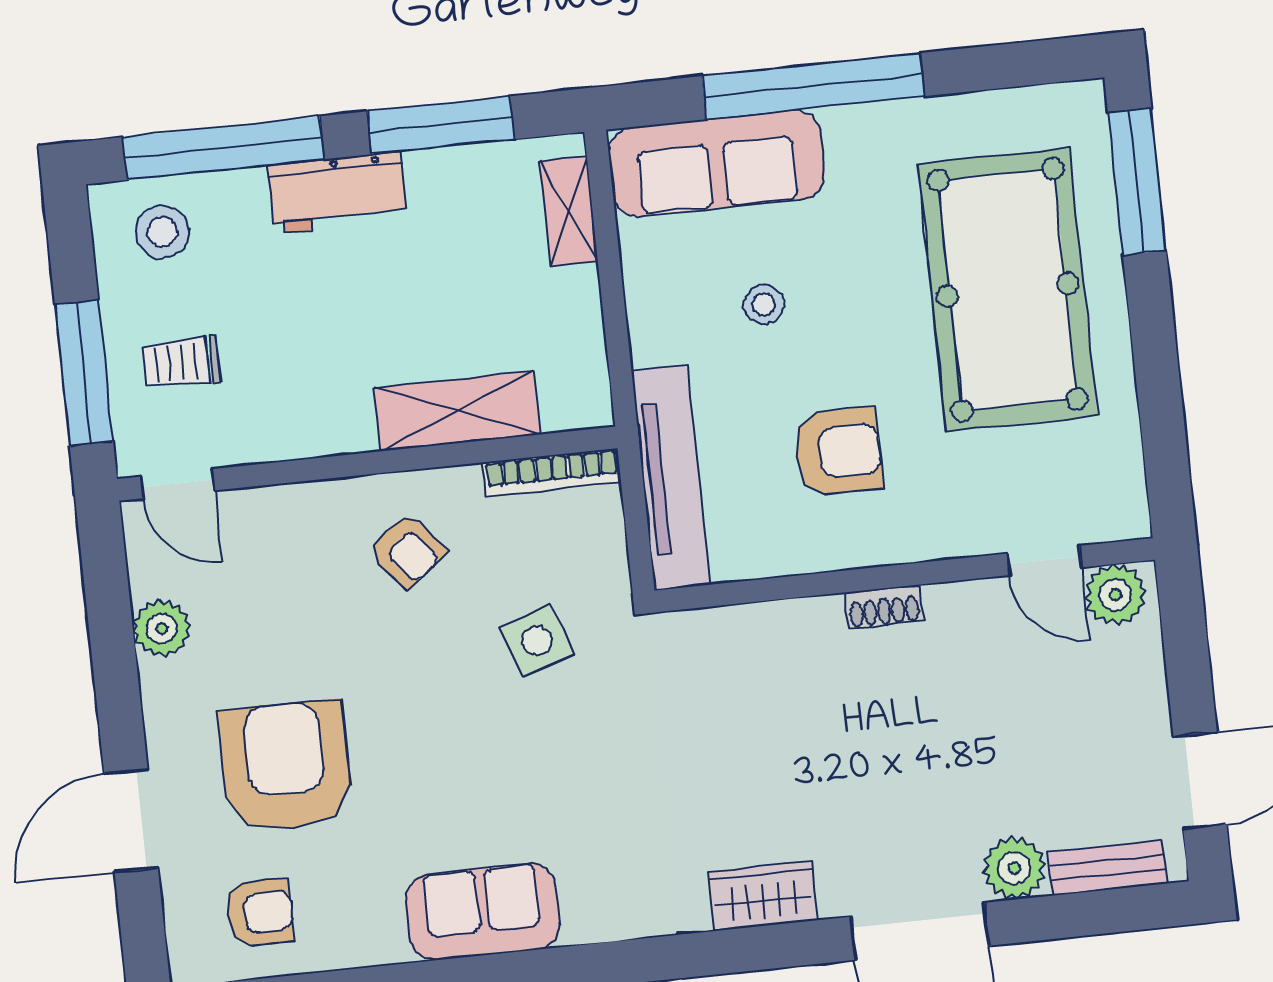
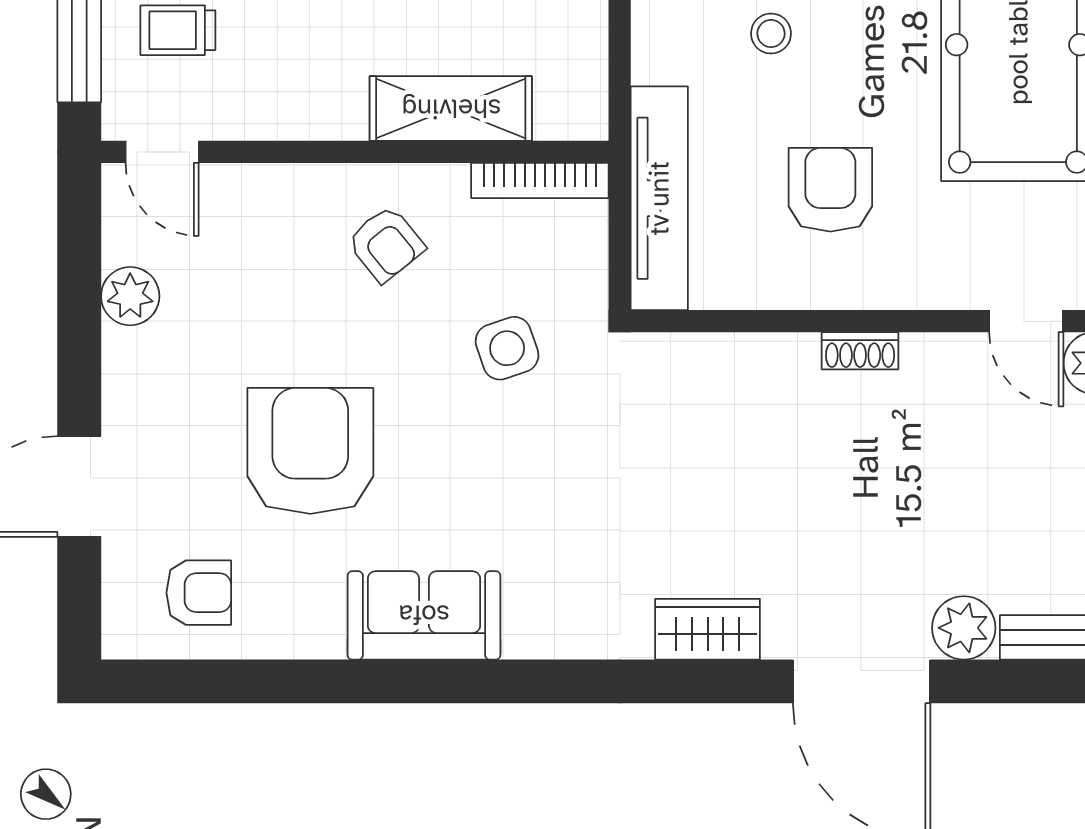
armchair: (838, 452) -> (830, 190), turned -90
armchair: (286, 767) -> (310, 451), moved

